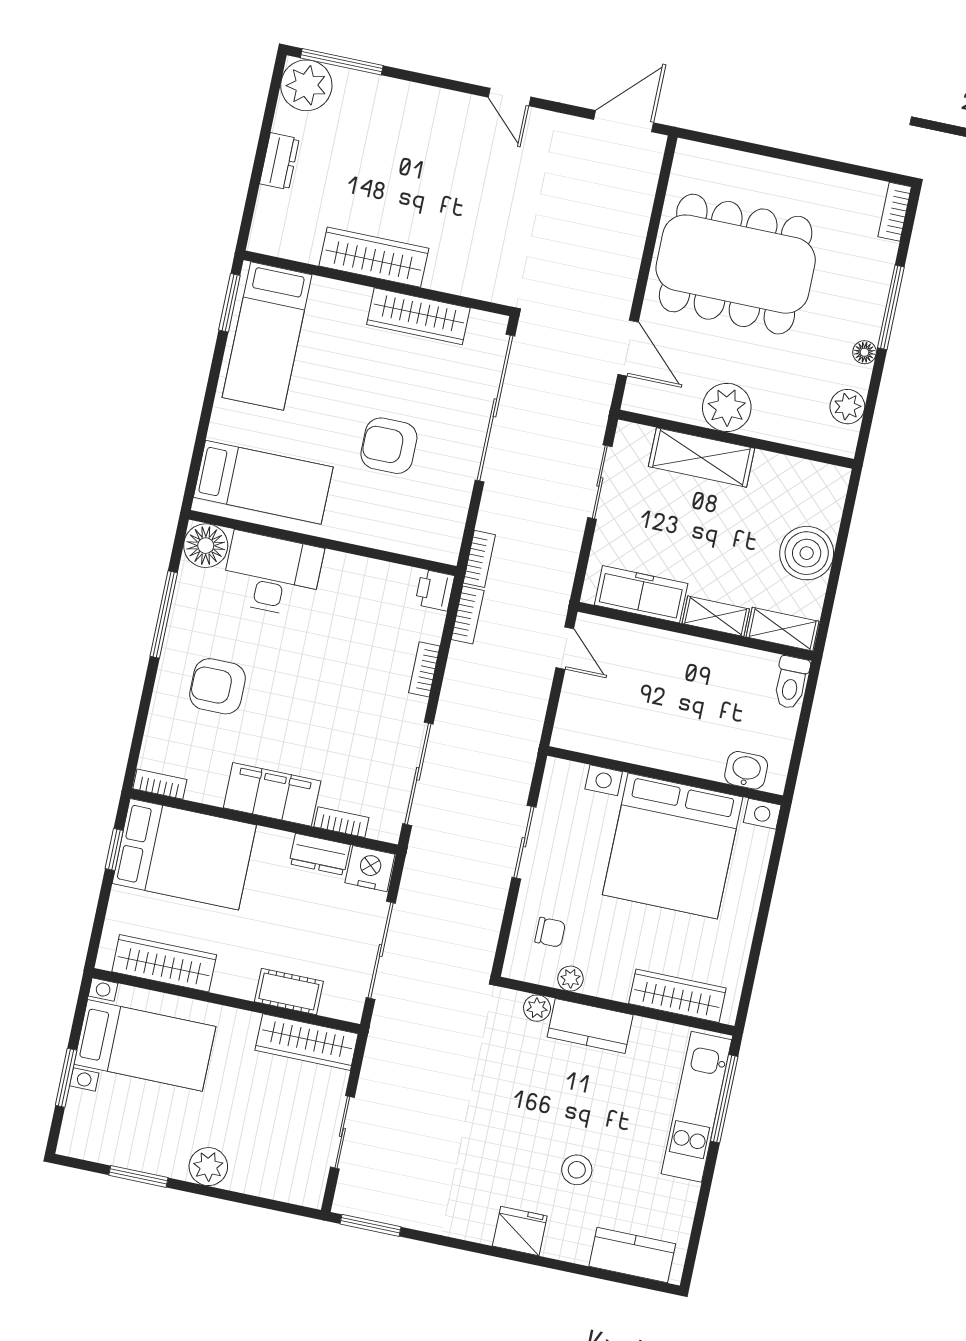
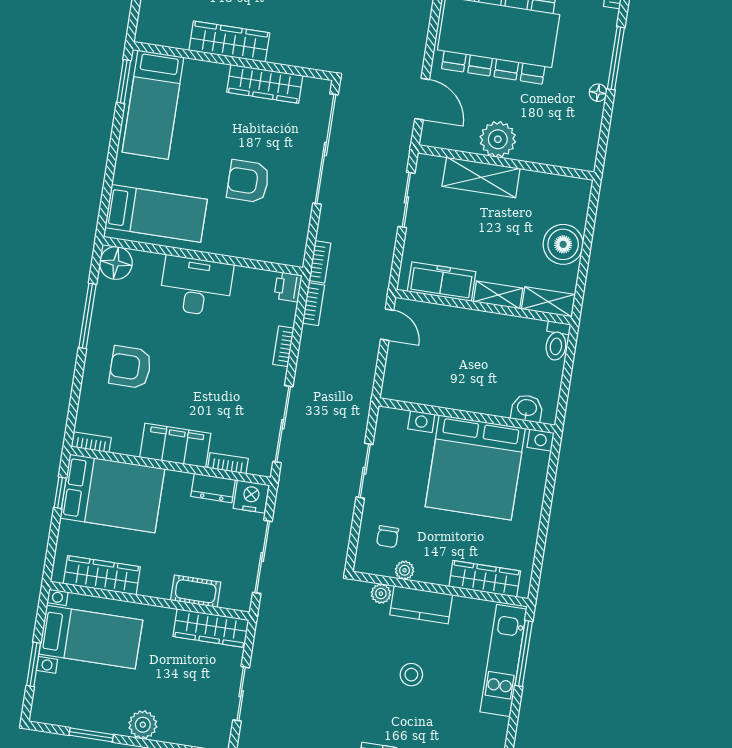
plant: (847, 407) -> (587, 134), removed
desk: (272, 574) -> (196, 286), moved
chair: (550, 932) -> (388, 537), turned 90
stool: (577, 1170) -> (411, 675), moved

